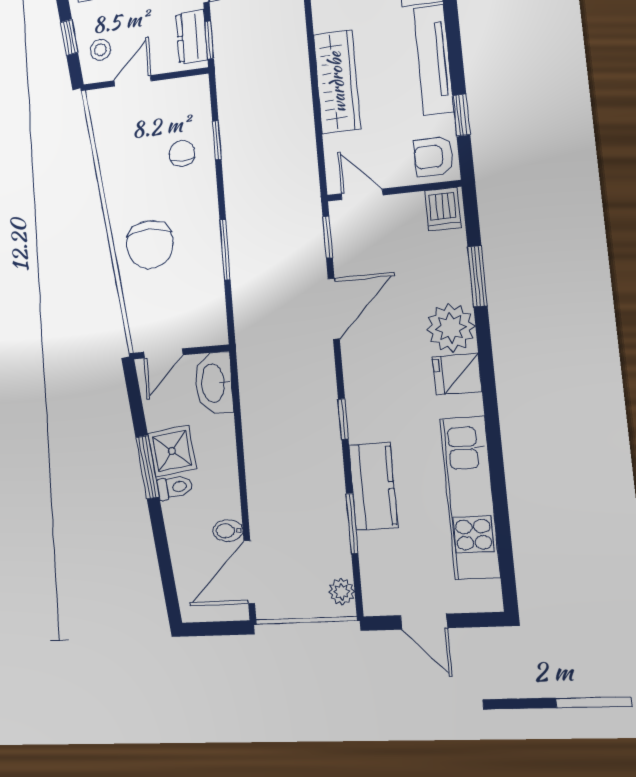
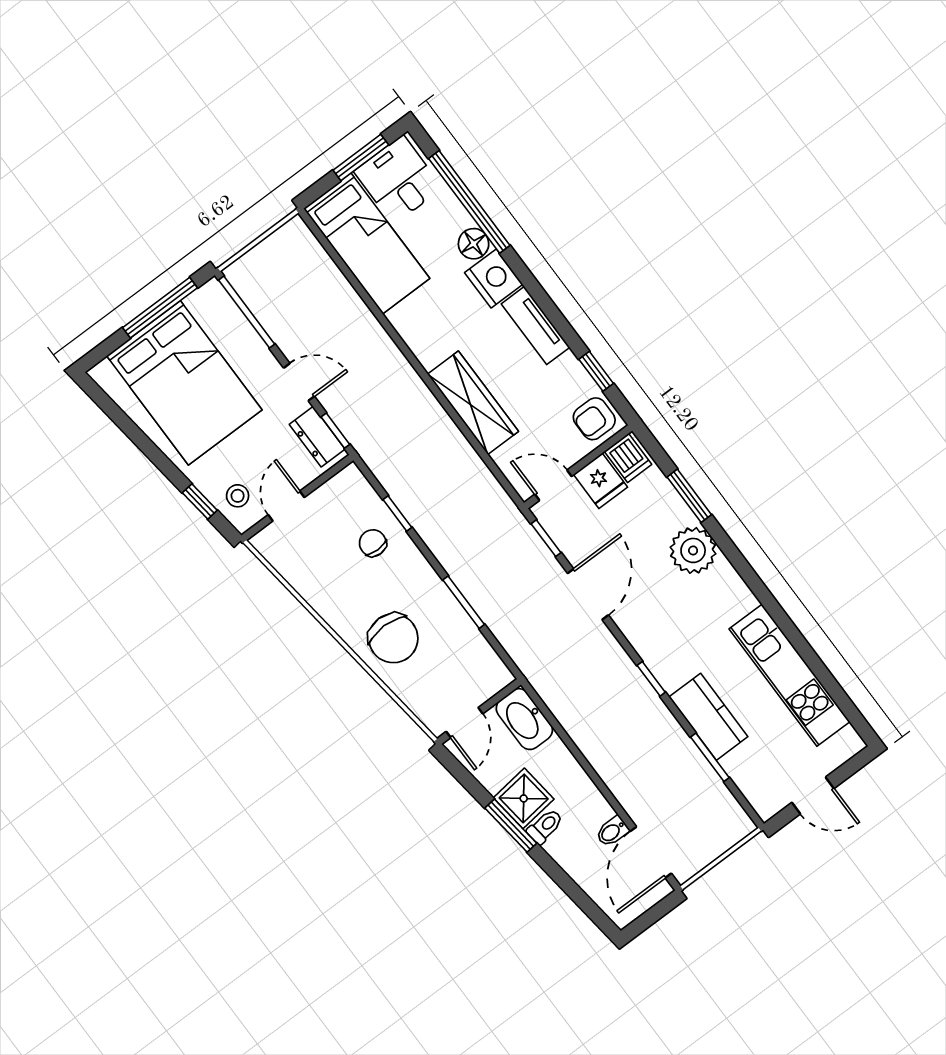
tv unit: (434, 60) -> (536, 326), width x0.71
fridge: (457, 374) -> (601, 481), moved, turned -90
plant: (342, 592) -> (735, 817), removed

